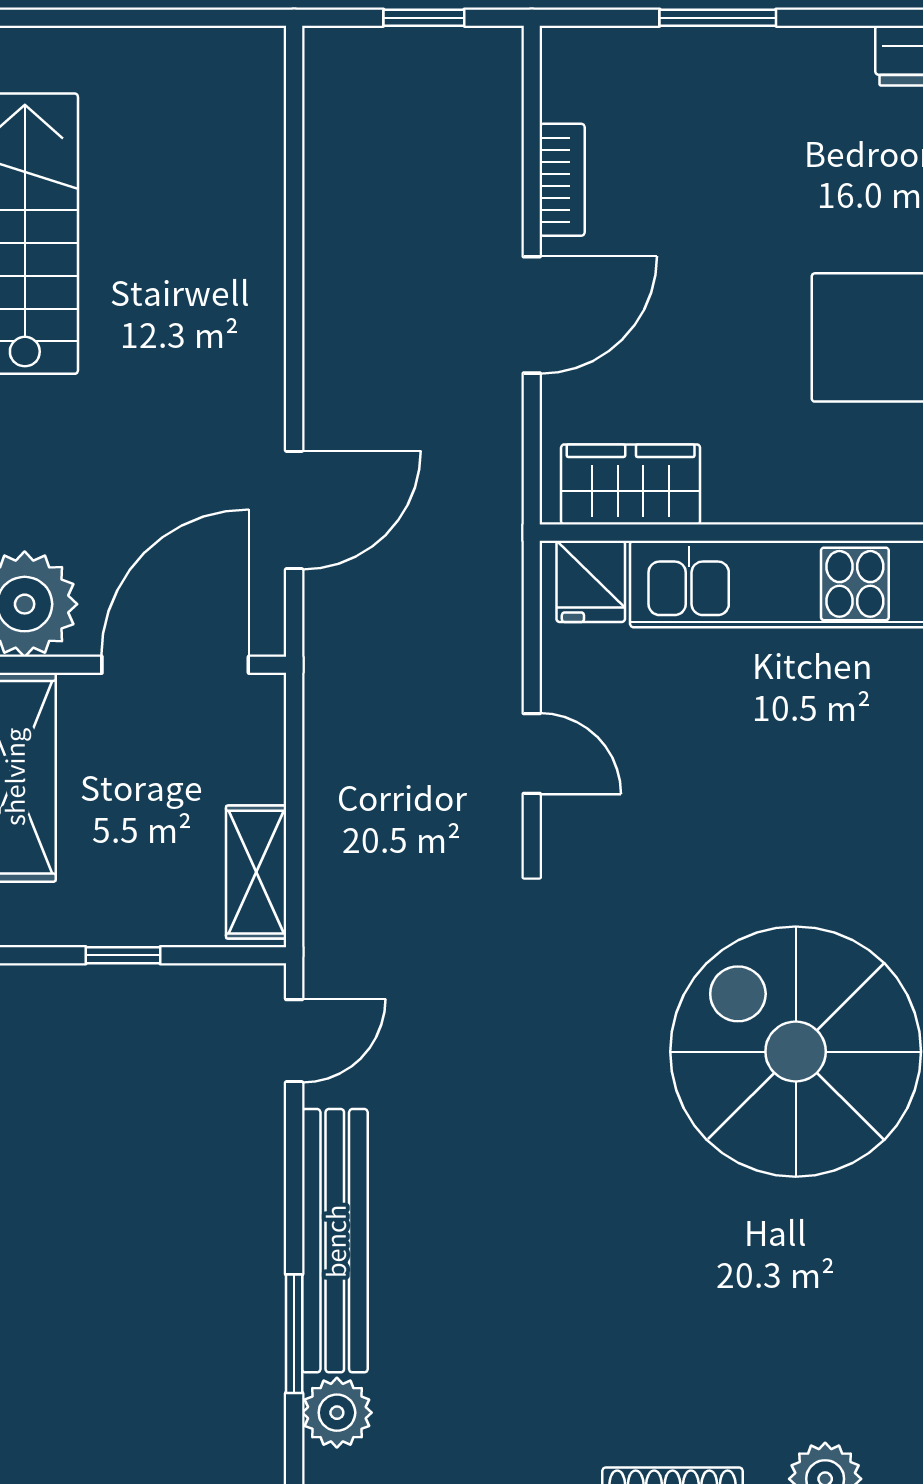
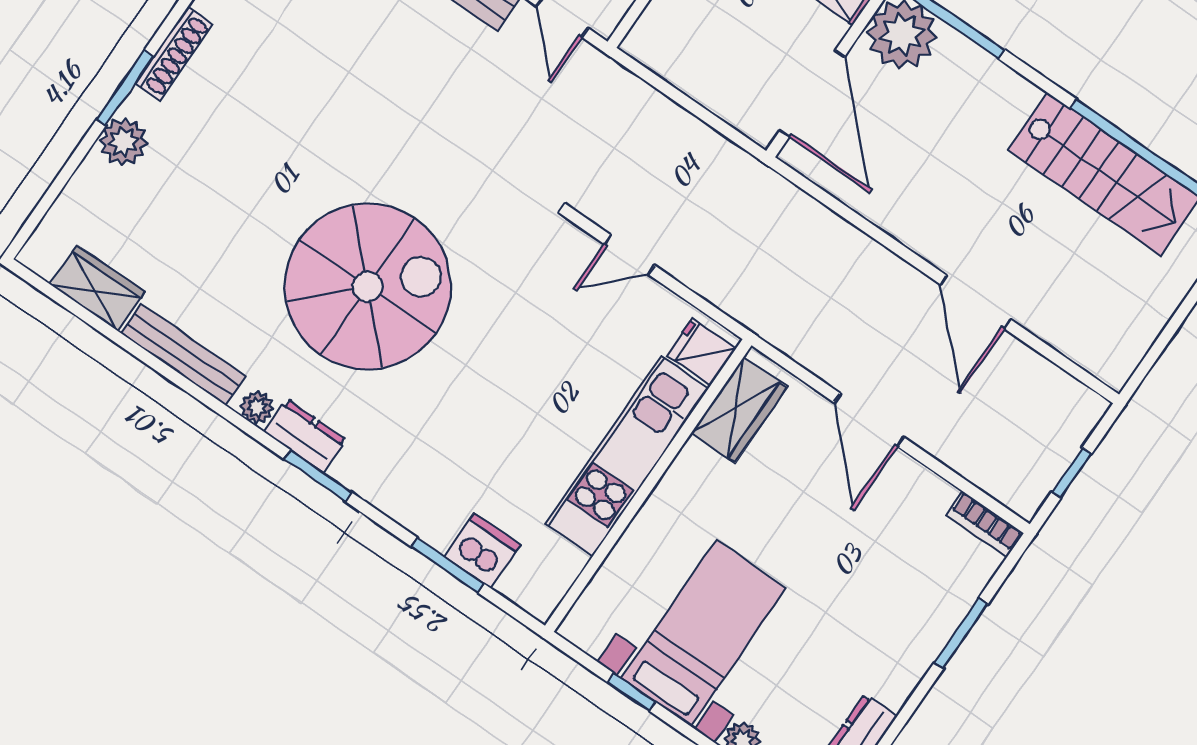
bookcase: (562, 180) -> (985, 524), moved
door: (294, 510) -> (975, 302), moved
shelving: (256, 872) -> (669, 60), removed

